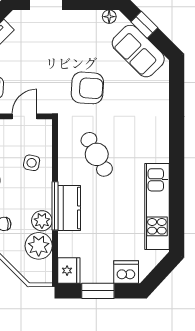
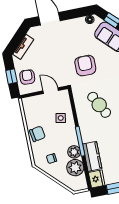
armchair: (87, 88) -> (85, 66), turned -94
door: (25, 116) -> (51, 91), hinge flipped
kitchen counter: (69, 208) -> (92, 156), moved

